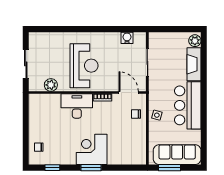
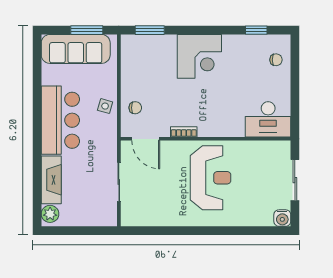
water cooler: (127, 38) -> (282, 218), moved
reception desk: (84, 66) -> (211, 178), turned 180
plant: (51, 85) -> (259, 150), removed
desk: (77, 106) -> (268, 119), moved
window: (91, 168) -> (150, 30), moved

